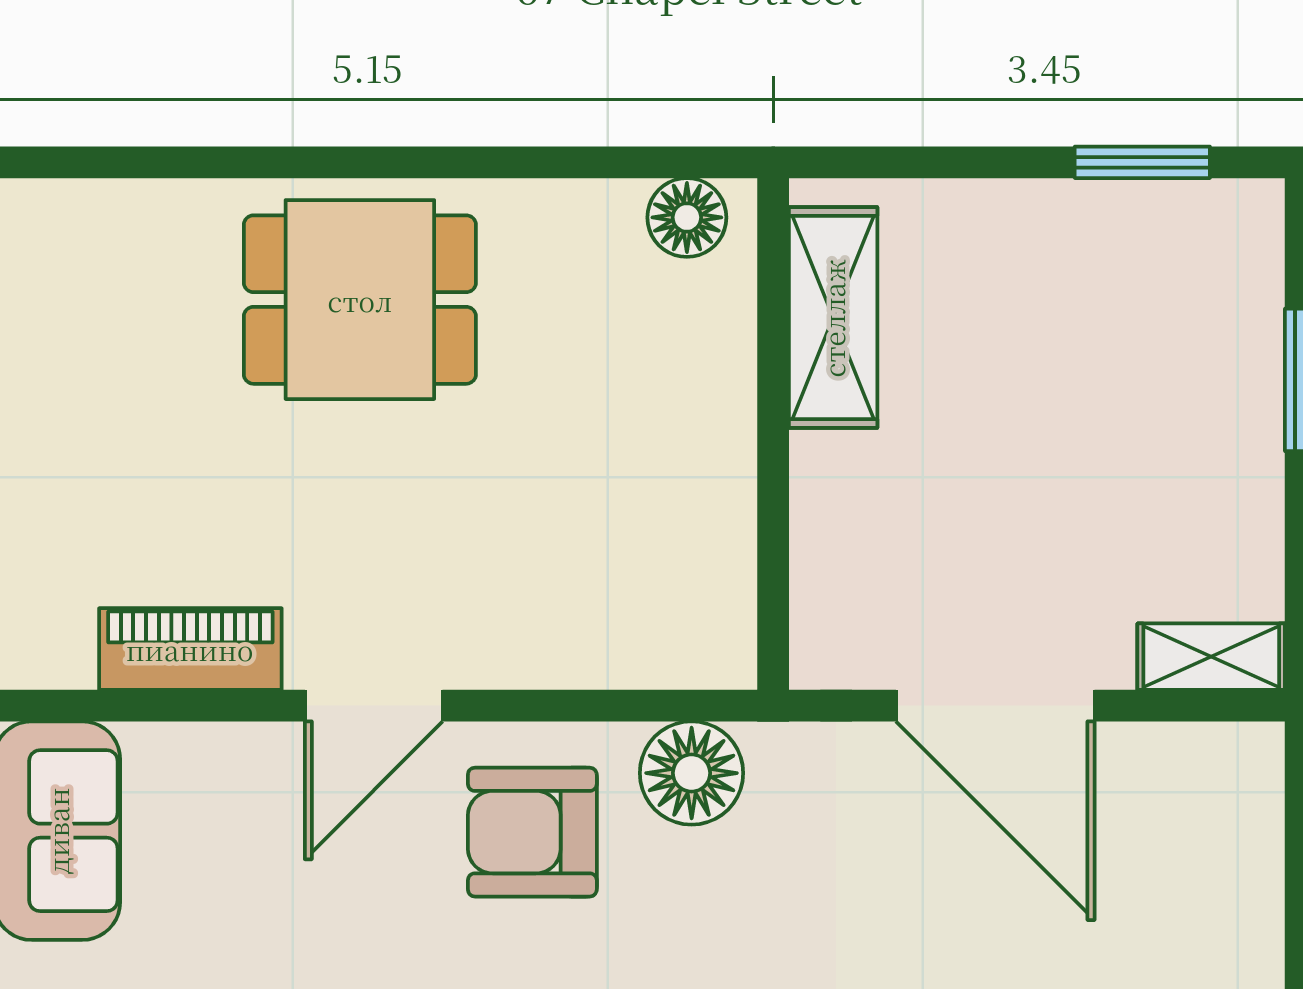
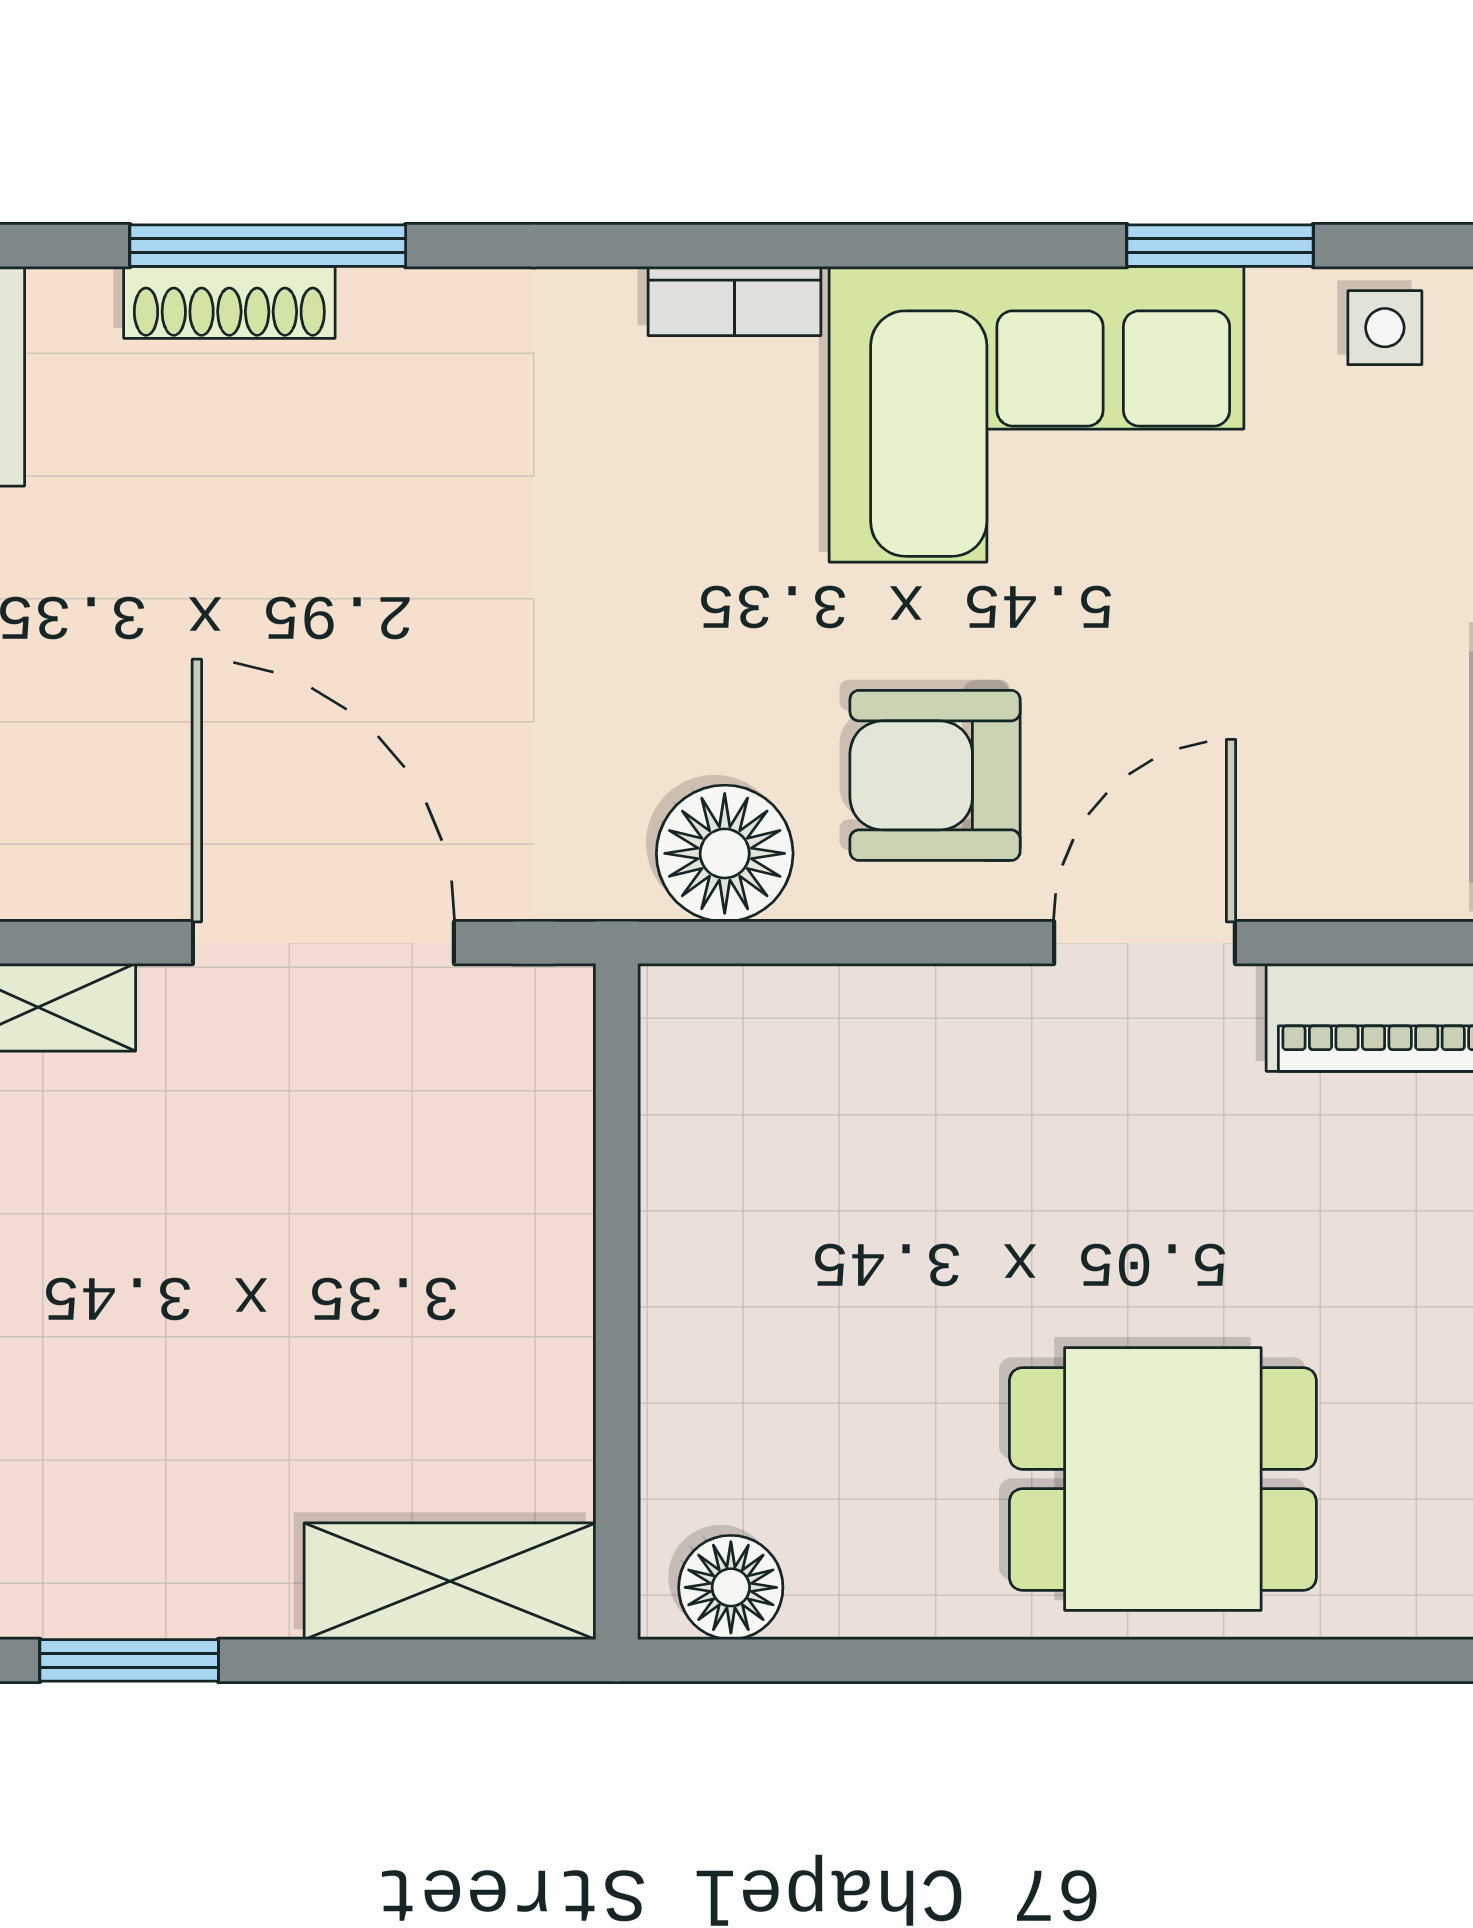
shelving: (833, 318) -> (450, 1581), moved, turned 90
armchair: (532, 832) -> (935, 775), turned 180

